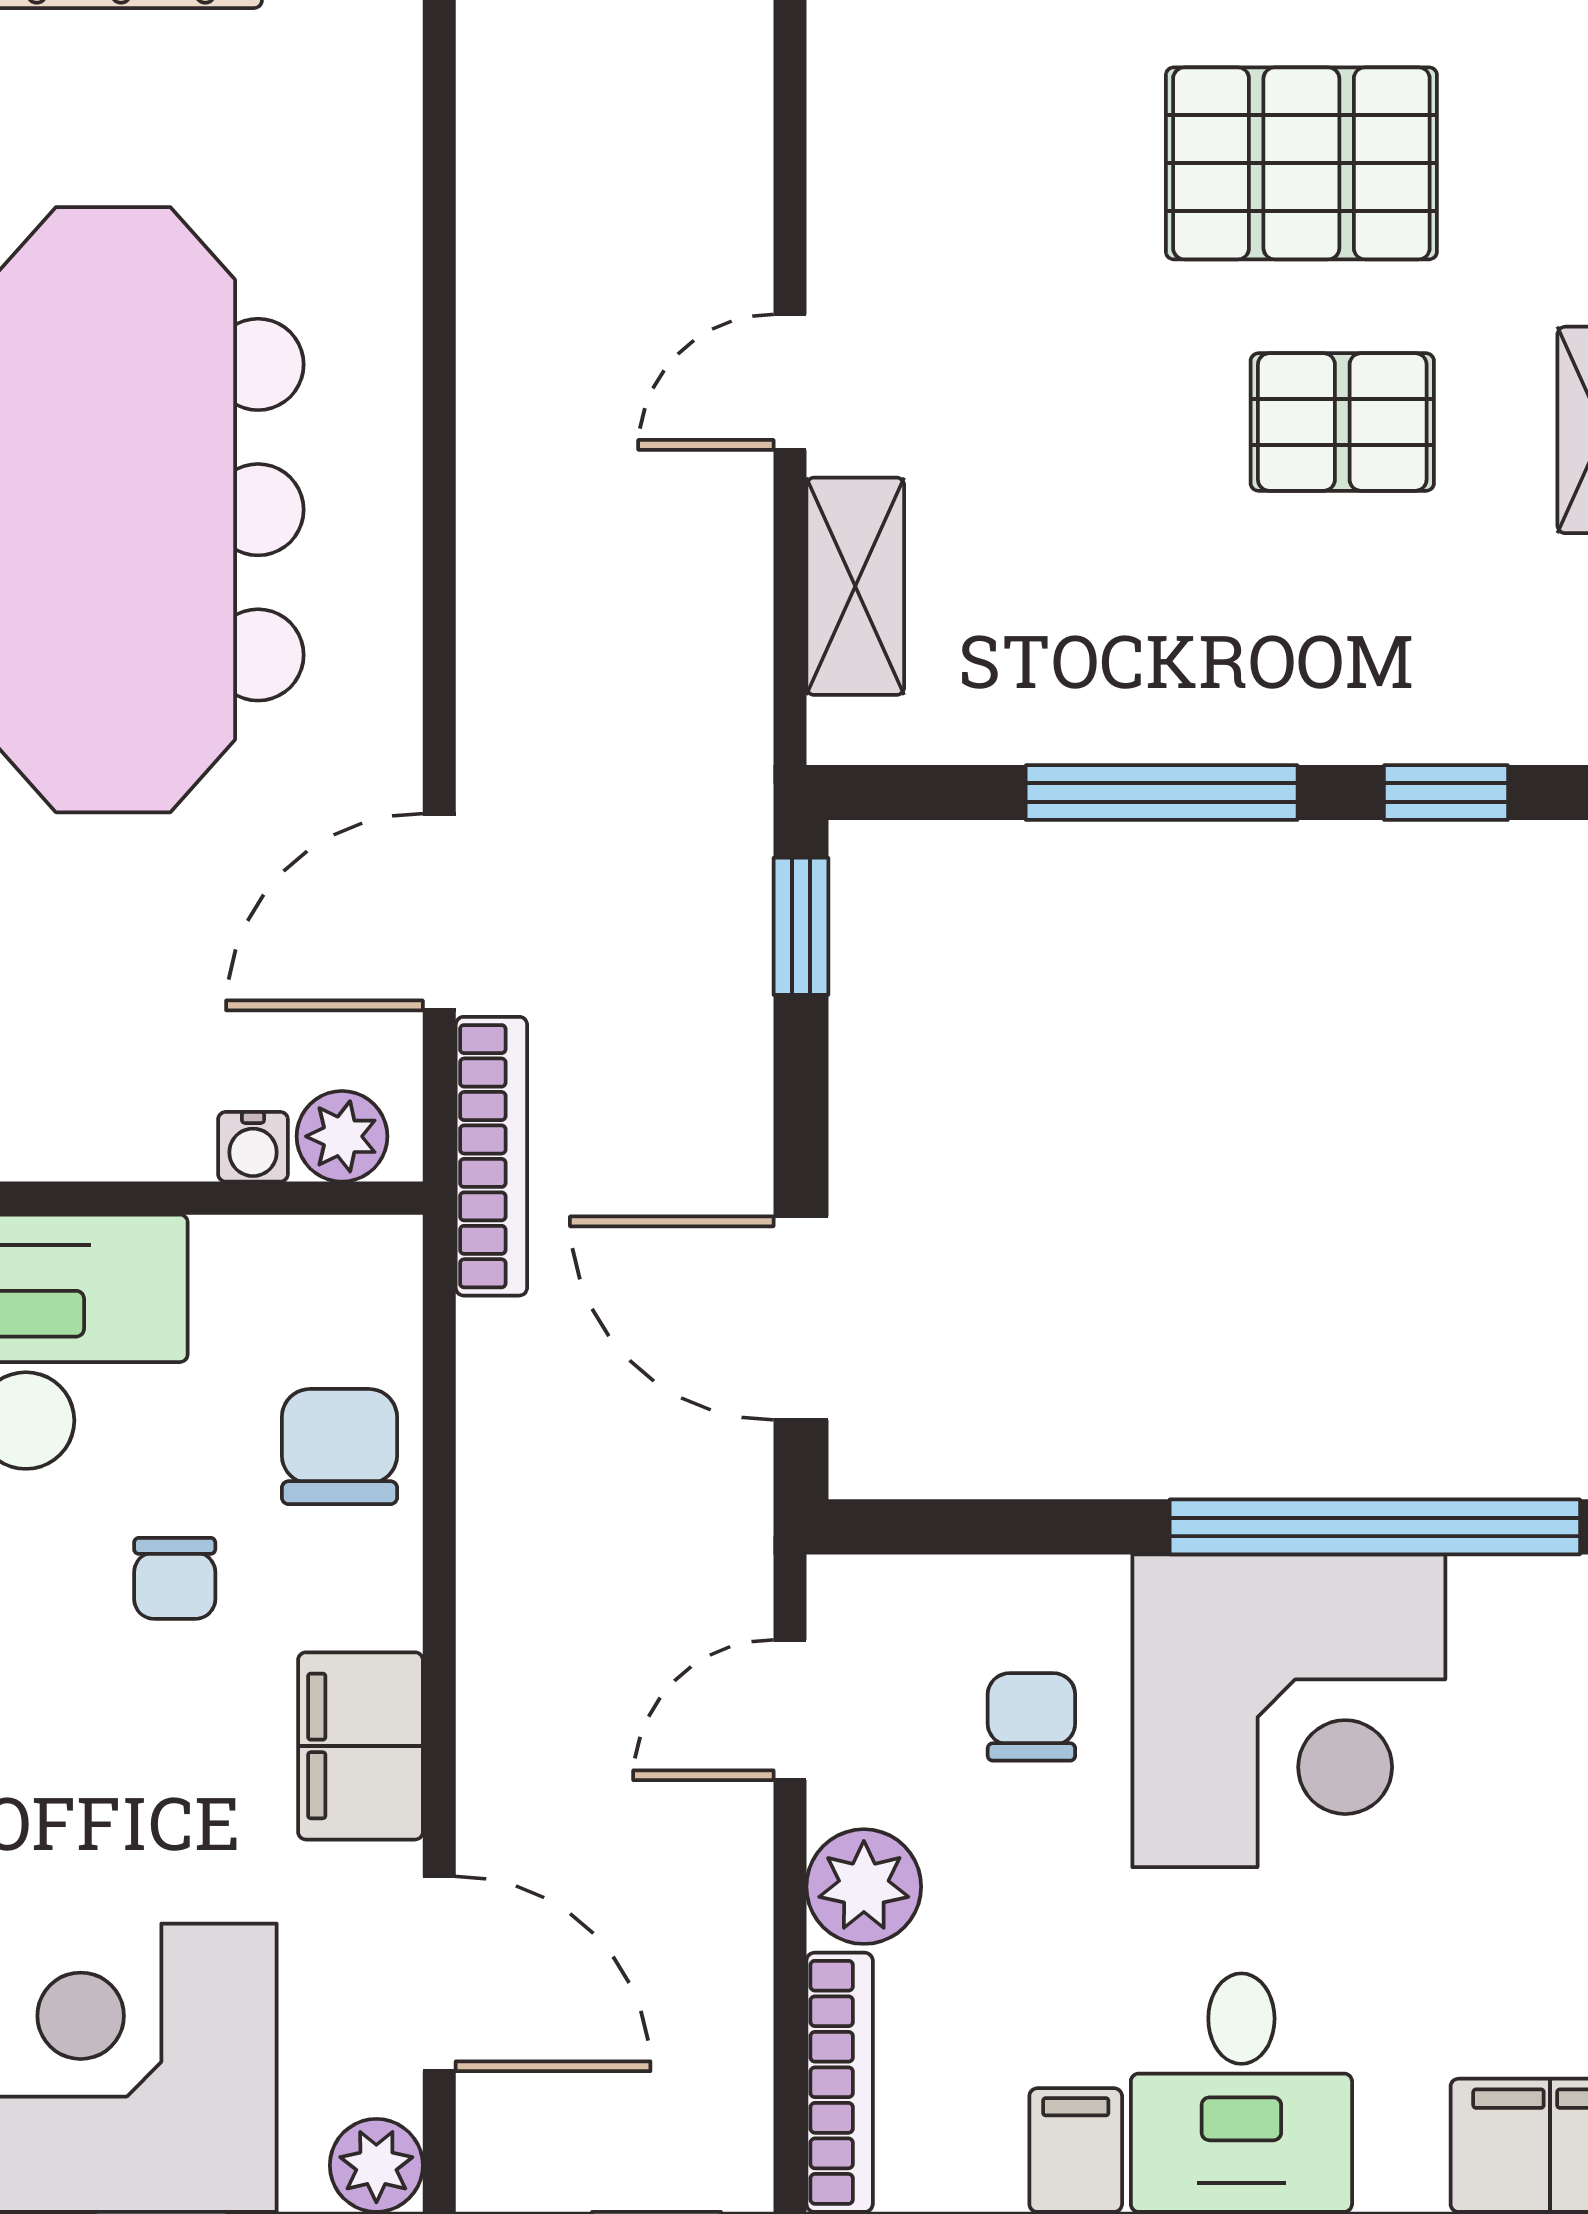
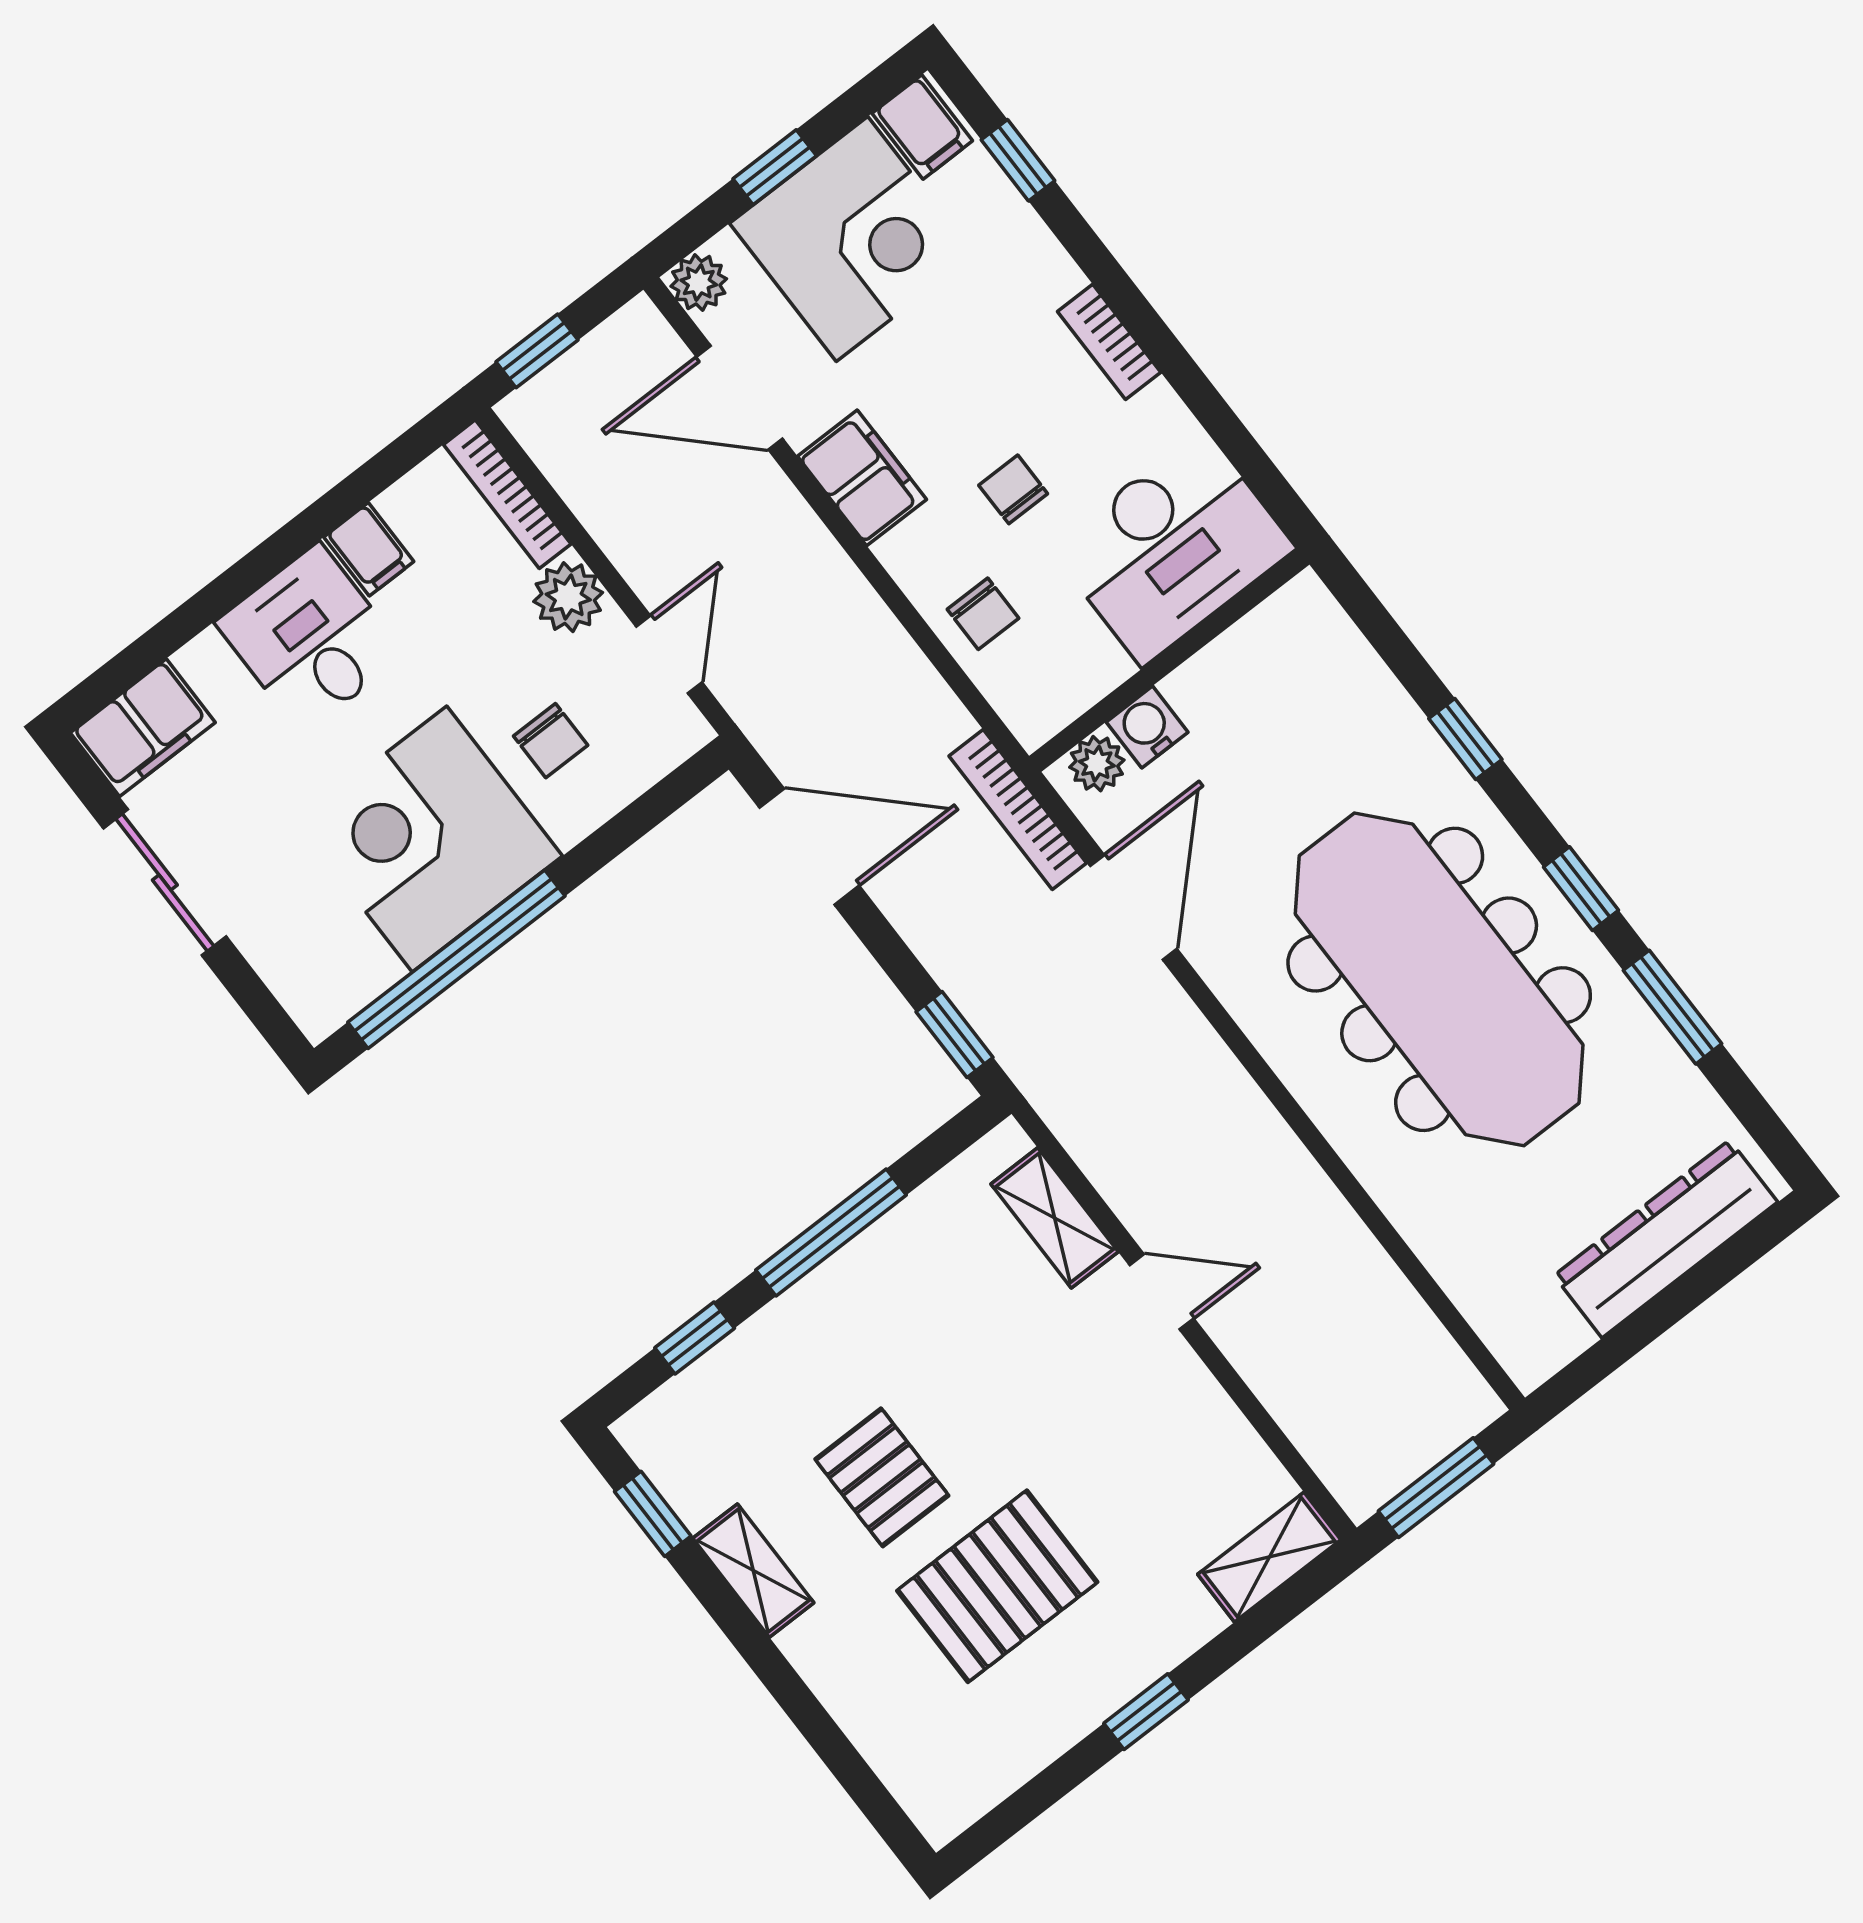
door: (790, 382) -> (1162, 1292), hinge flipped
pallet: (1342, 422) -> (882, 1477), turned 90
water cooler: (253, 1147) -> (1147, 727), width x1.38, depth x1.38
chair: (339, 1447) -> (983, 614), width x0.73, depth x0.73

